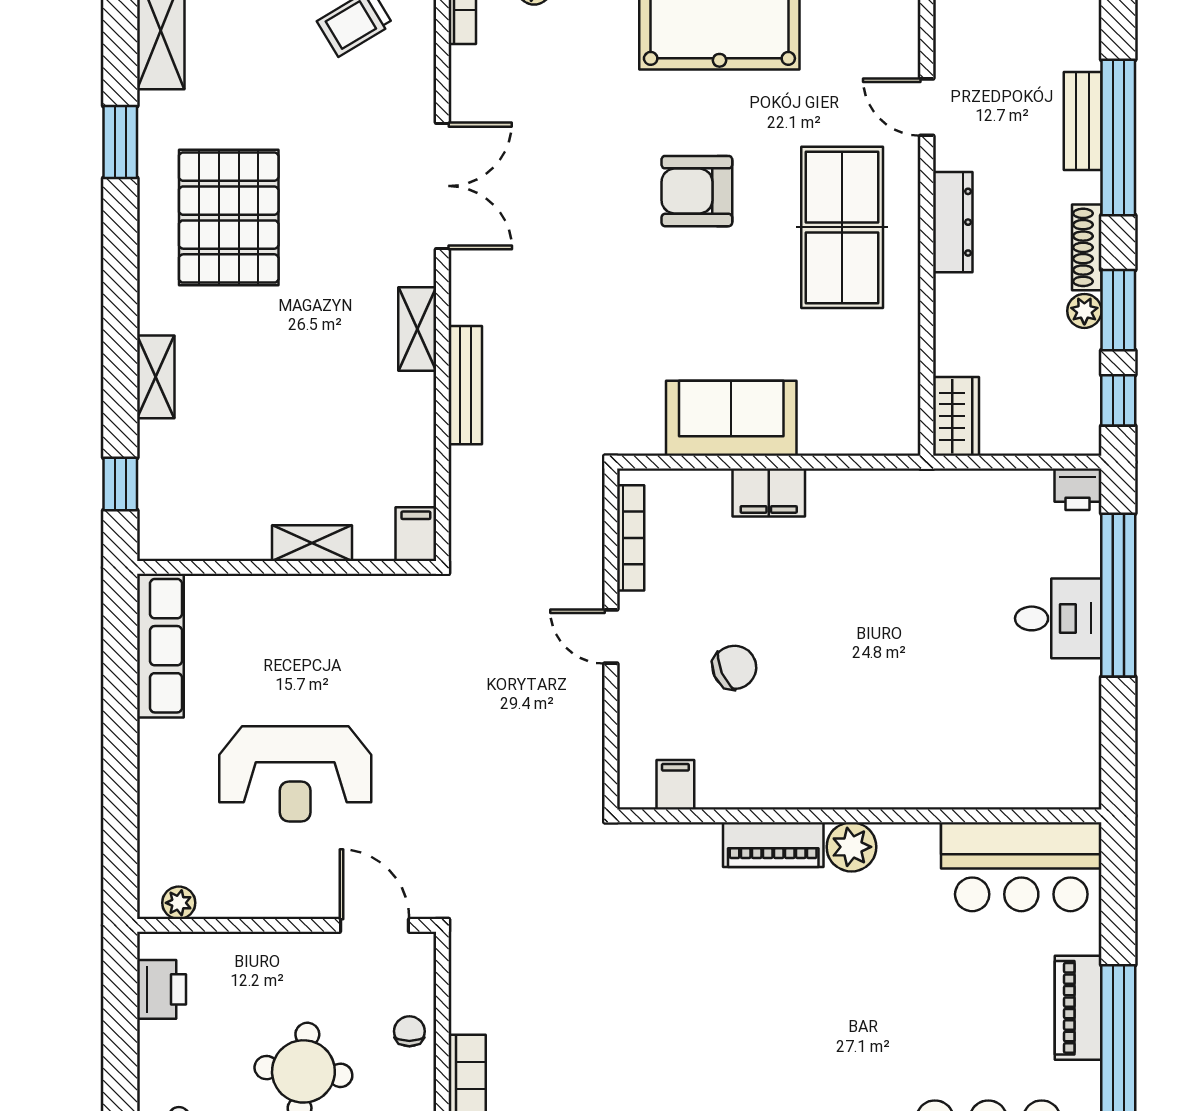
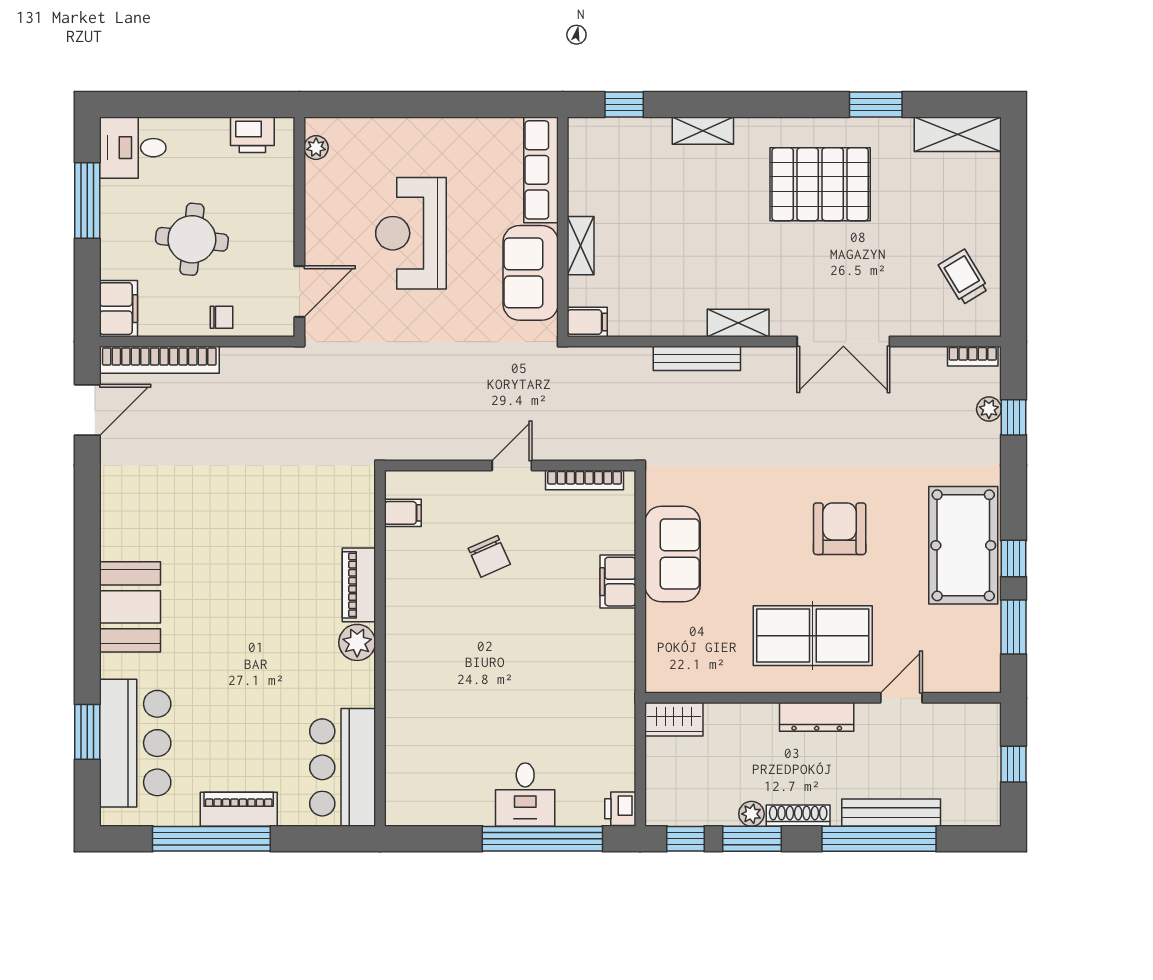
bench: (1083, 121) -> (891, 813), width x1.36
sofa: (349, 611) -> (531, 273), added
row of seats: (160, 646) -> (541, 170), moved, turned 90

